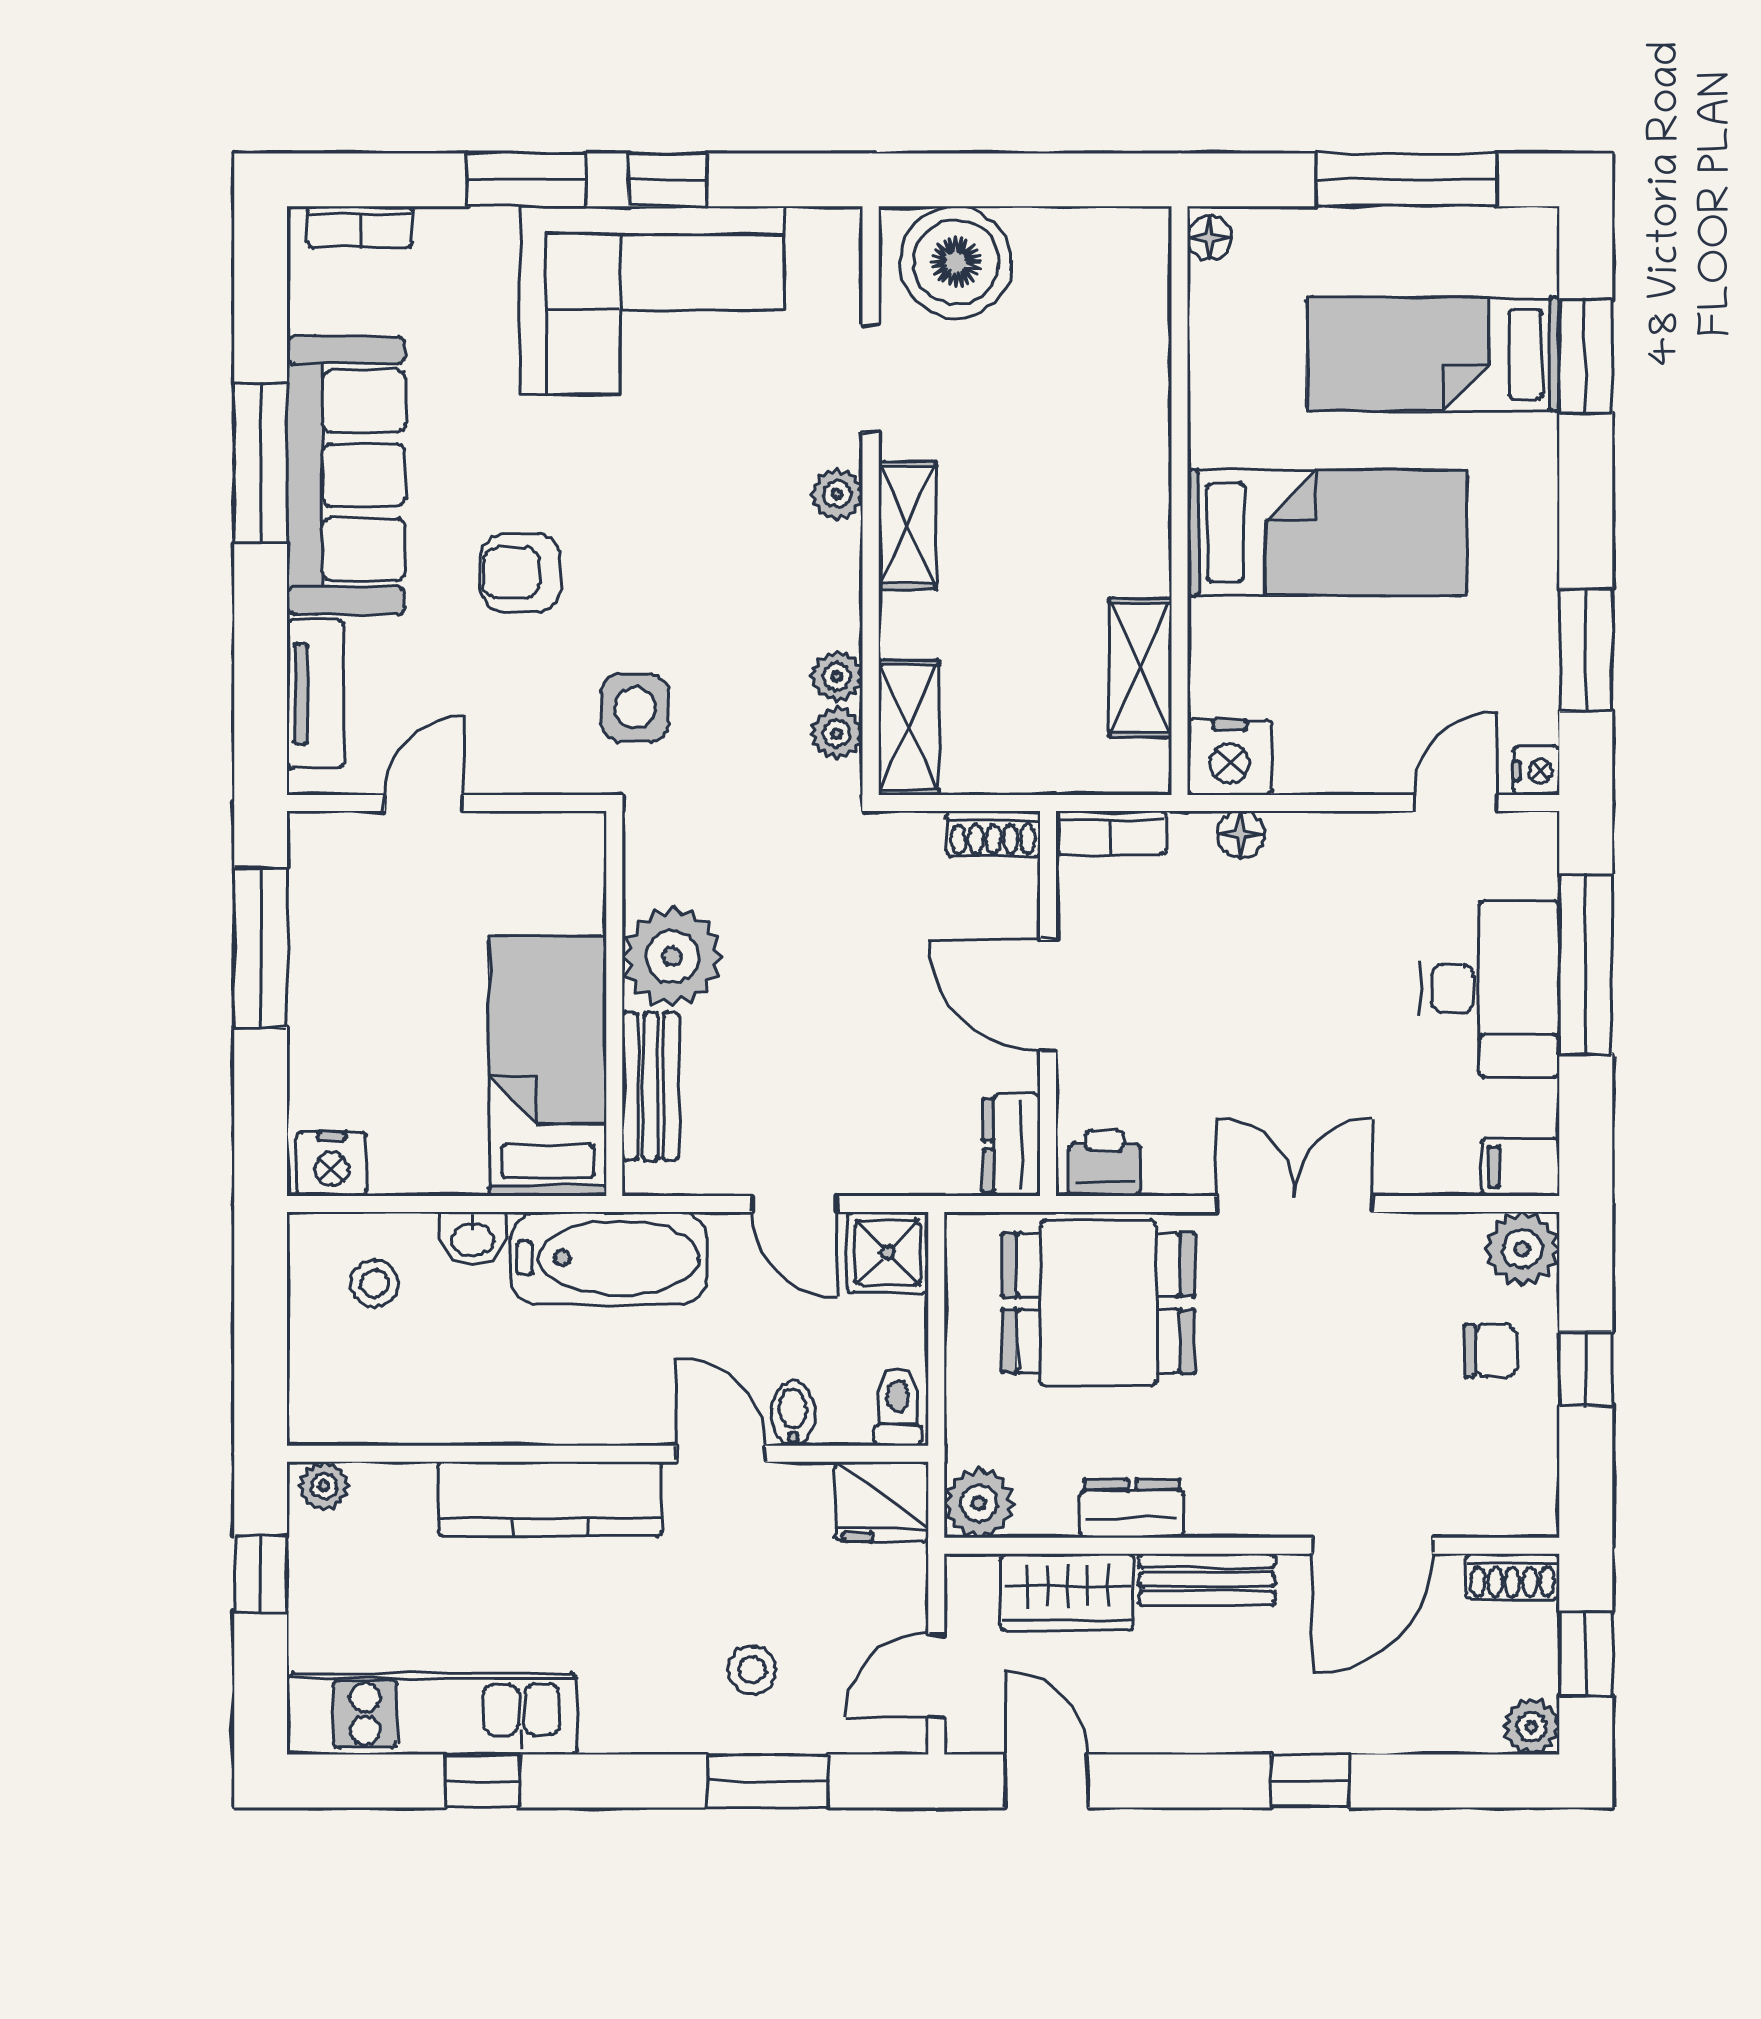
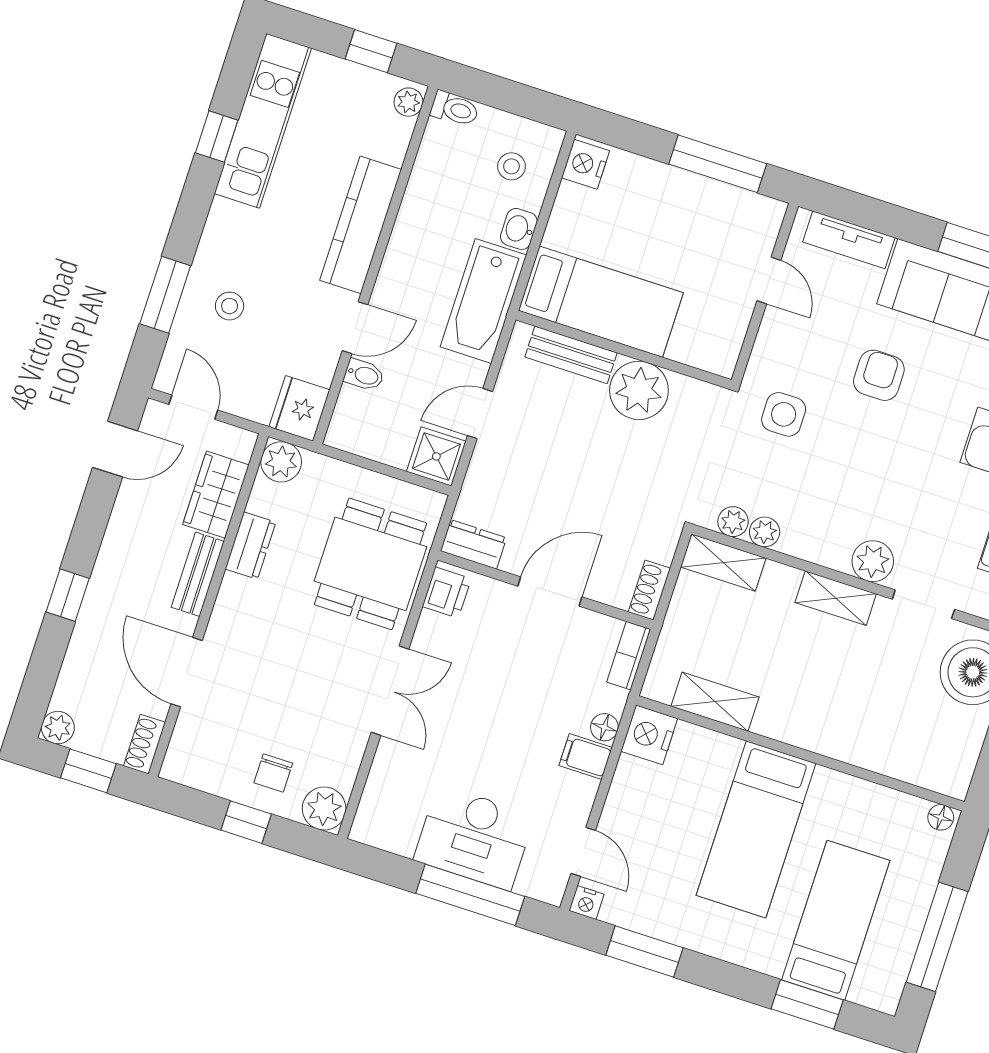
plant: (837, 494) -> (873, 561), width x1.38, depth x1.38
filing cabinet: (1521, 1167) -> (586, 757), moved, turned -90
toilet: (898, 1407) -> (455, 109), moved

